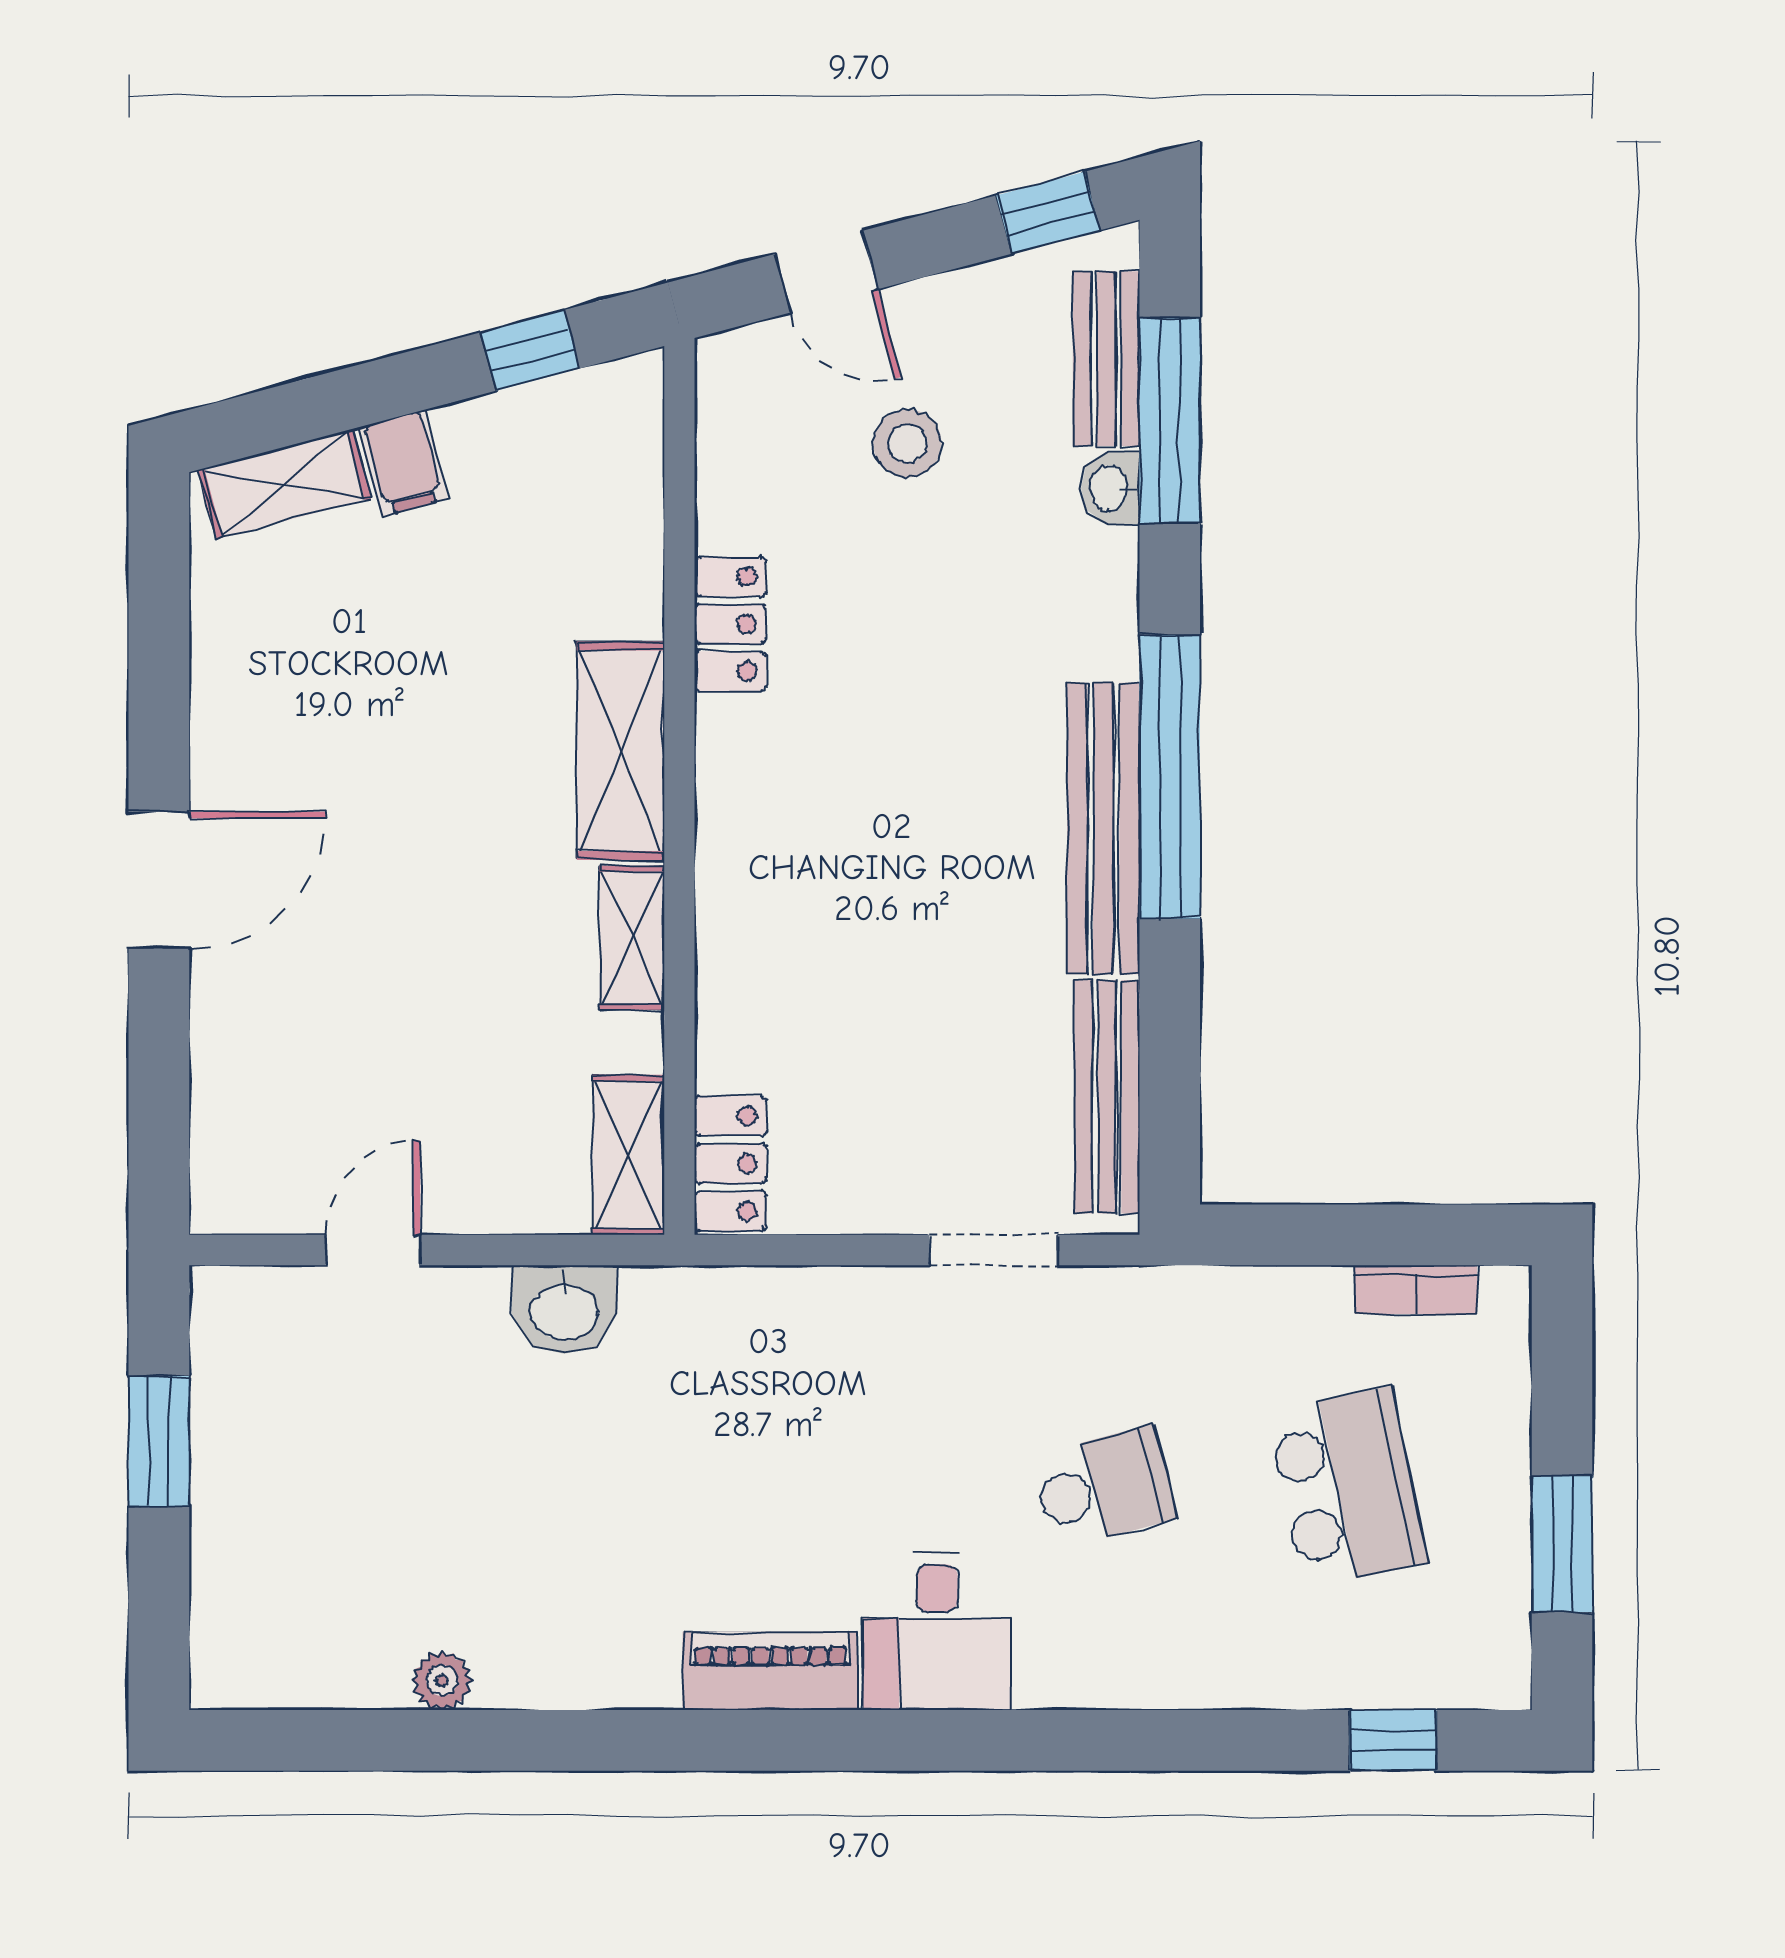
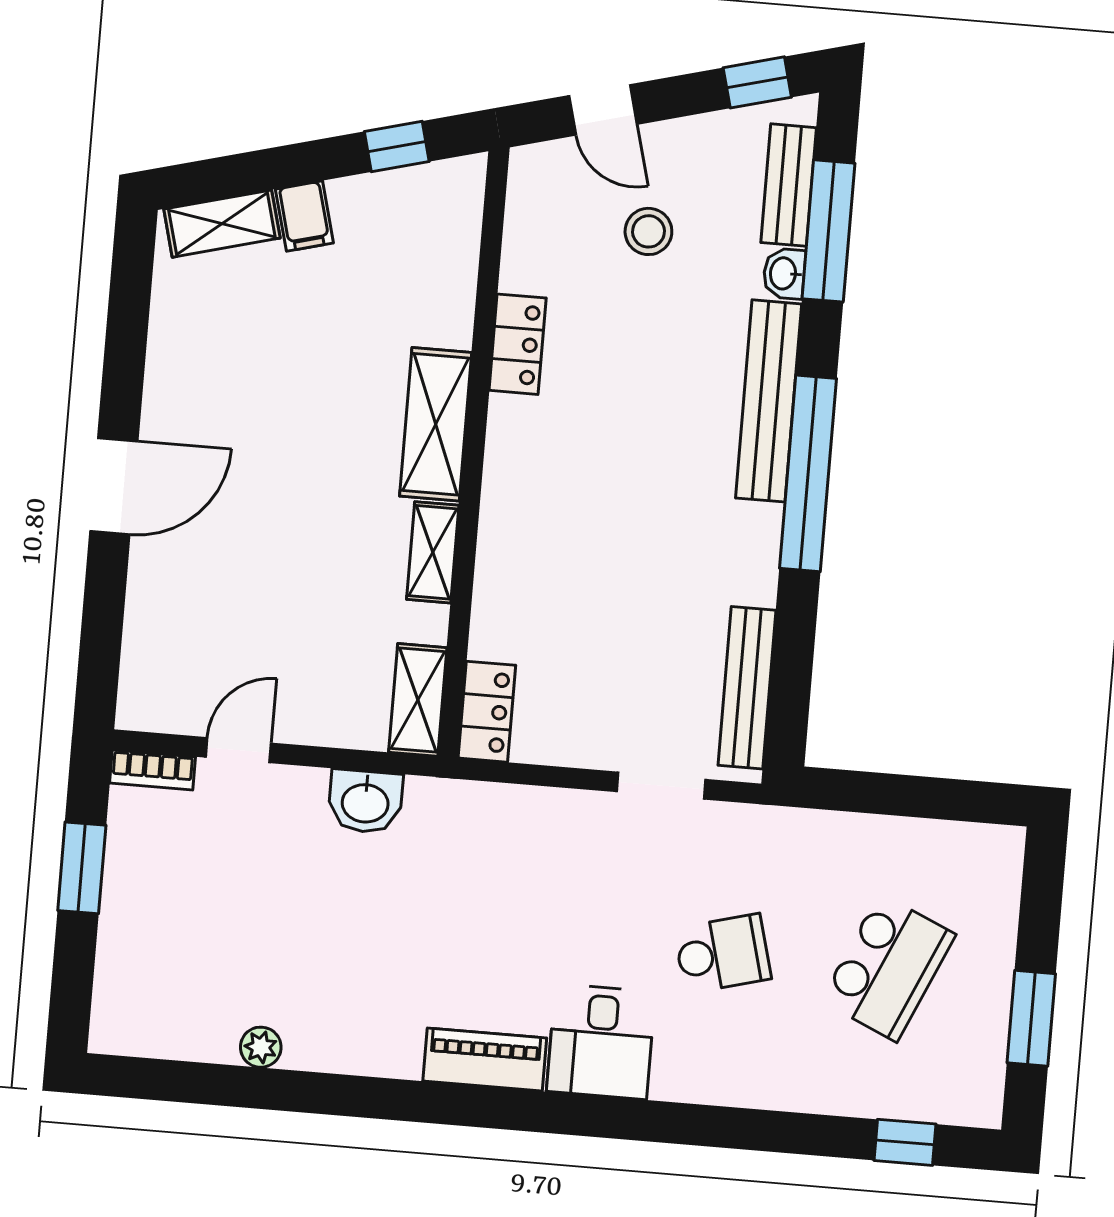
bench: (1103, 828) -> (769, 401), moved
bookcase: (1416, 1289) -> (153, 770), moved
school desk: (1347, 1488) -> (888, 968), turned 36

